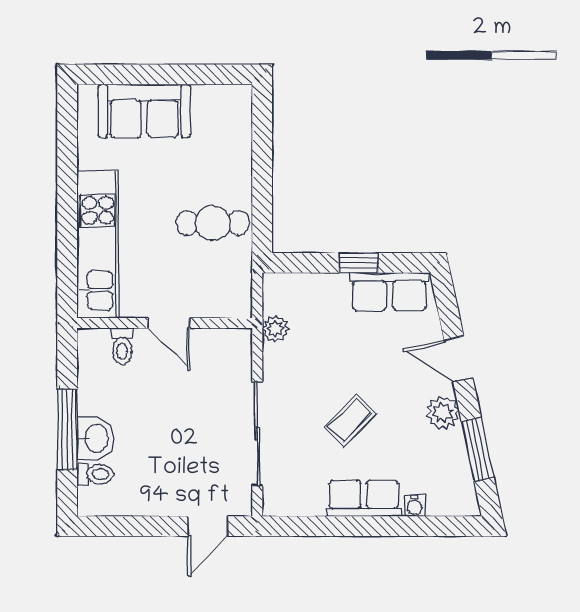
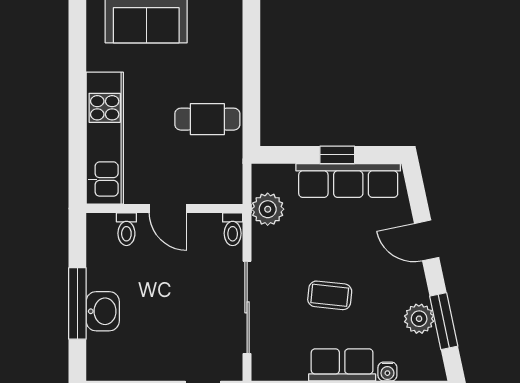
row of seats: (390, 292) -> (348, 180), width x1.48
plant: (275, 329) -> (268, 209), width x1.38, depth x1.38
plant: (443, 413) -> (419, 319), moved
coffee table: (350, 420) -> (330, 295), turned 51
toilet: (95, 474) -> (233, 229), moved, turned 90

